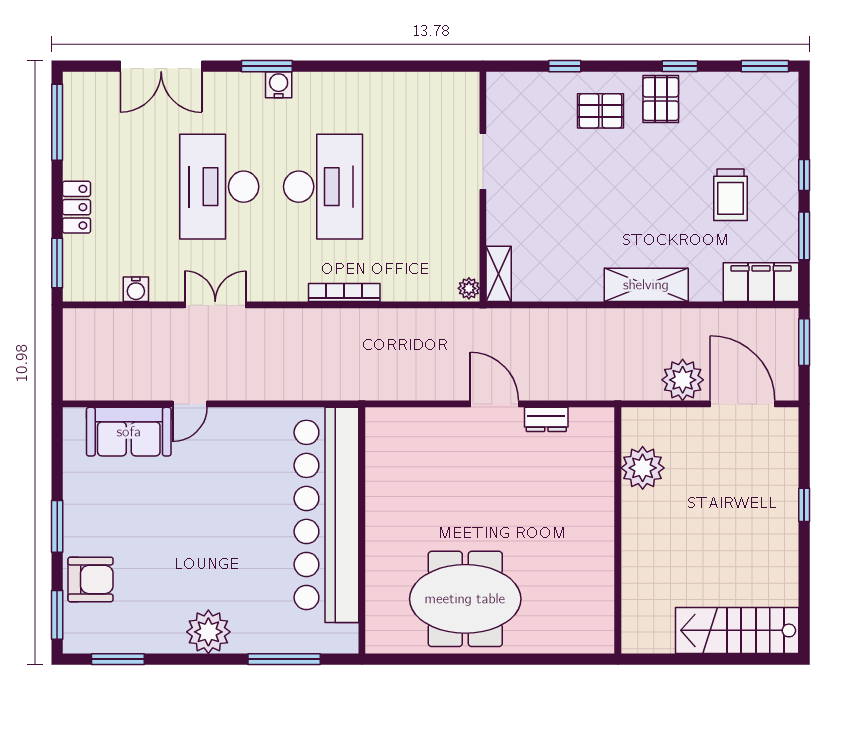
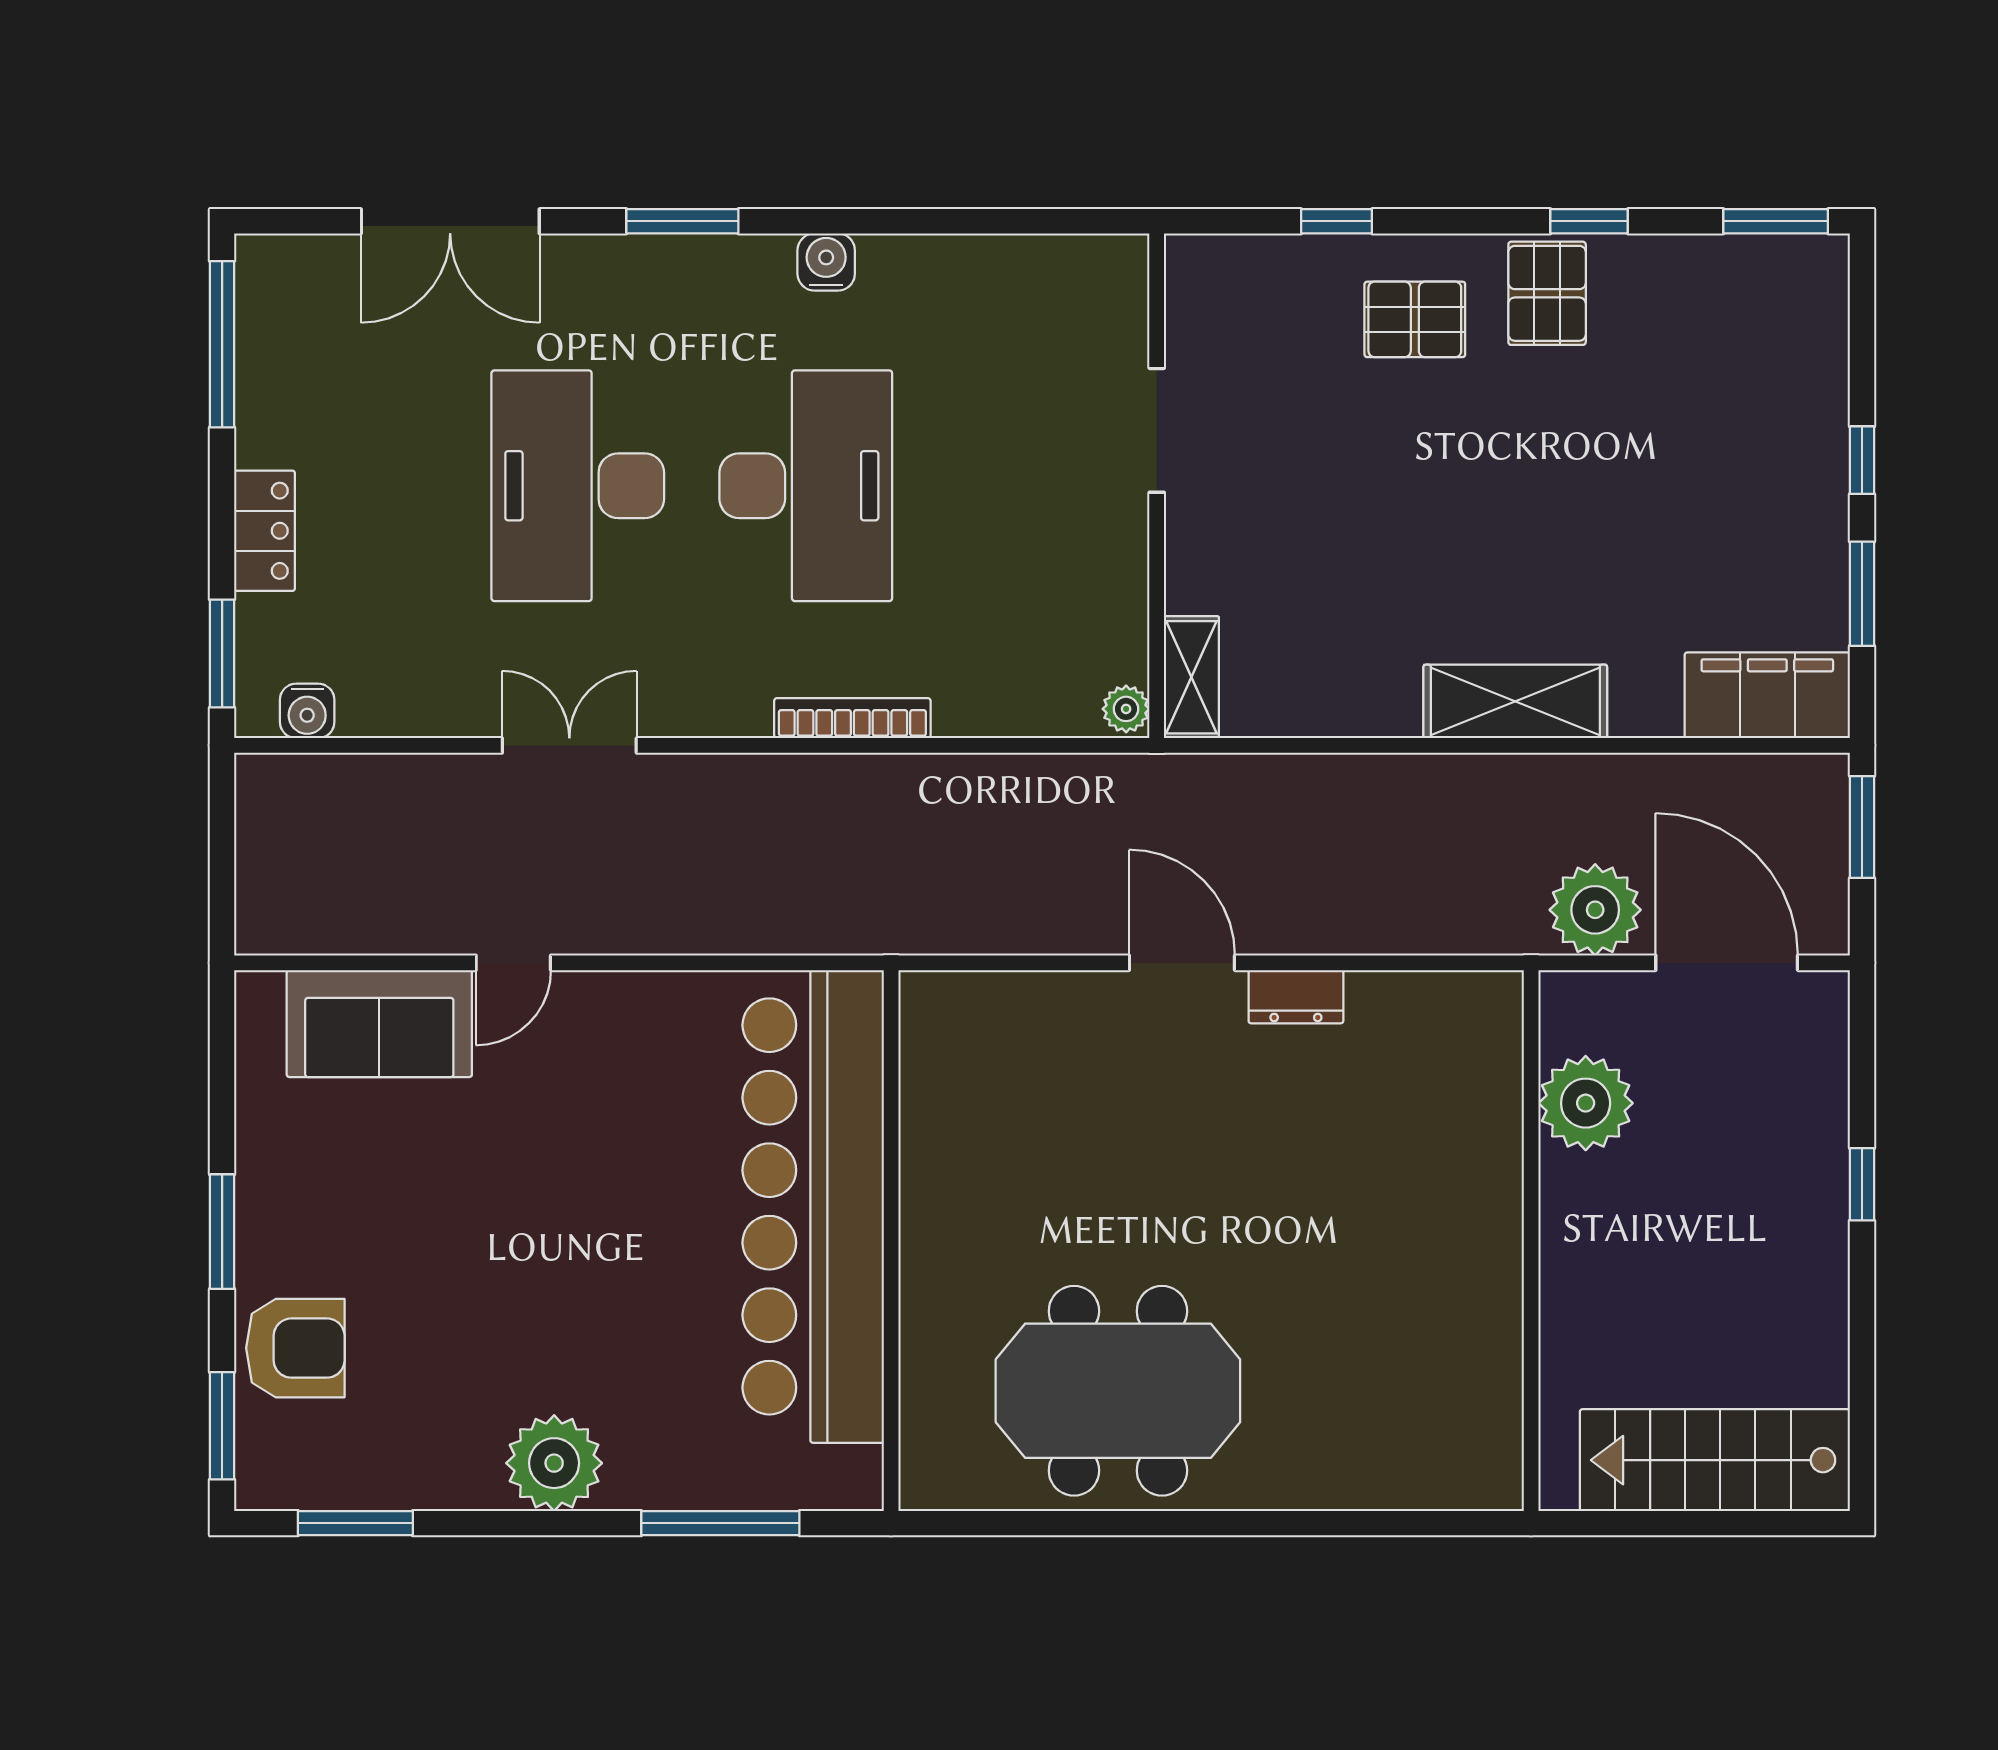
water cooler: (279, 85) -> (826, 262), moved
trolley: (731, 195) -> (1700, 504), removed
water cooler: (136, 289) -> (307, 711), moved
plant: (643, 468) -> (1586, 1103), moved
wall: (618, 530) -> (1531, 1241), moved

